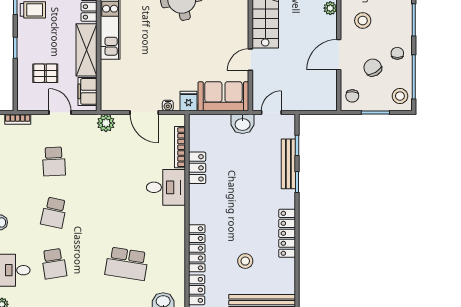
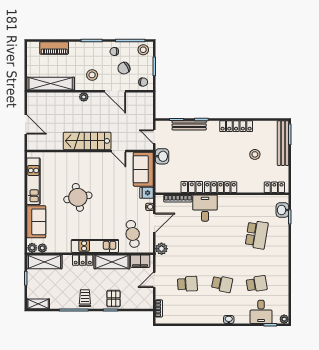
pallet: (45, 73) -> (114, 299), moved
cafe table: (128, 80) -> (133, 234), added
locker: (197, 248) -> (221, 187), moved

